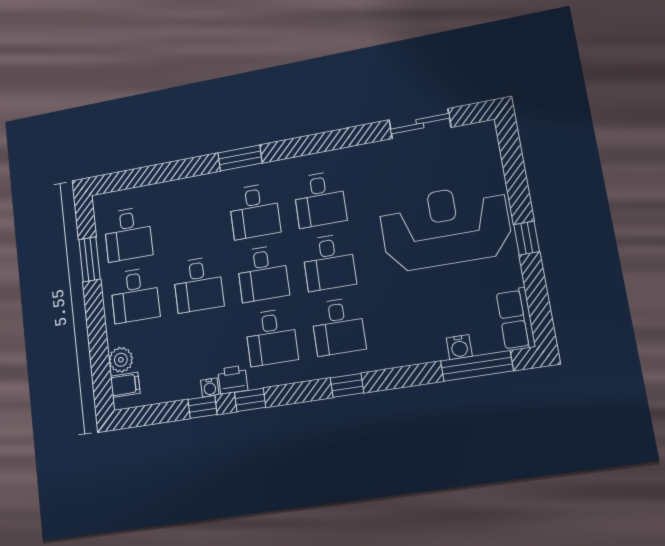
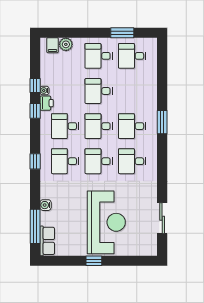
row of seats: (516, 319) -> (47, 241), moved, turned 90
water cooler: (459, 347) -> (46, 205), moved

